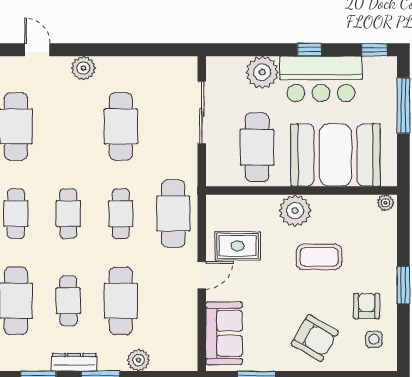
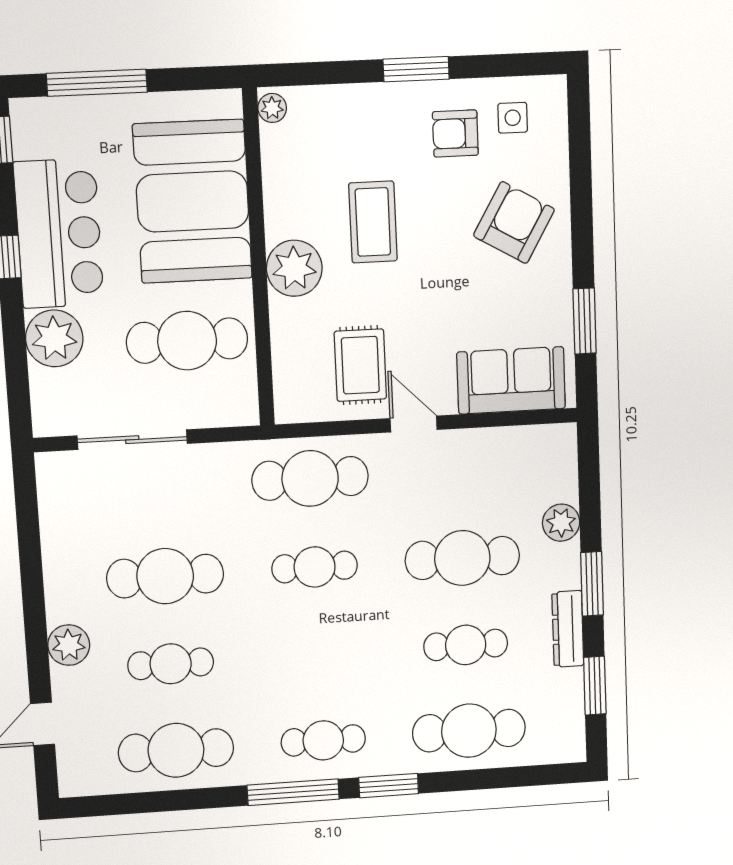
cafe table: (68, 214) -> (171, 664), moved

